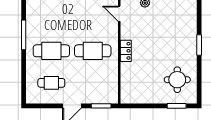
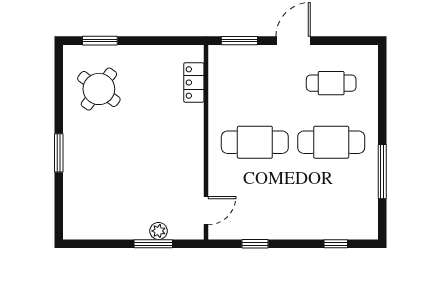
door: (119, 14) -> (206, 211), hinge flipped
locker: (126, 51) -> (194, 83), moved
round table: (177, 80) -> (99, 89), turned 37

